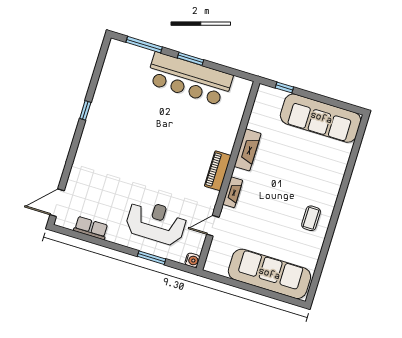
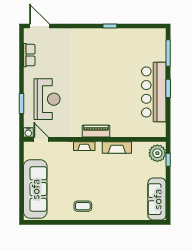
plant: (271, 99) -> (157, 153), added
sofa: (321, 118) -> (157, 199), width x0.74, depth x0.79
door: (213, 226) -> (41, 139), moved

